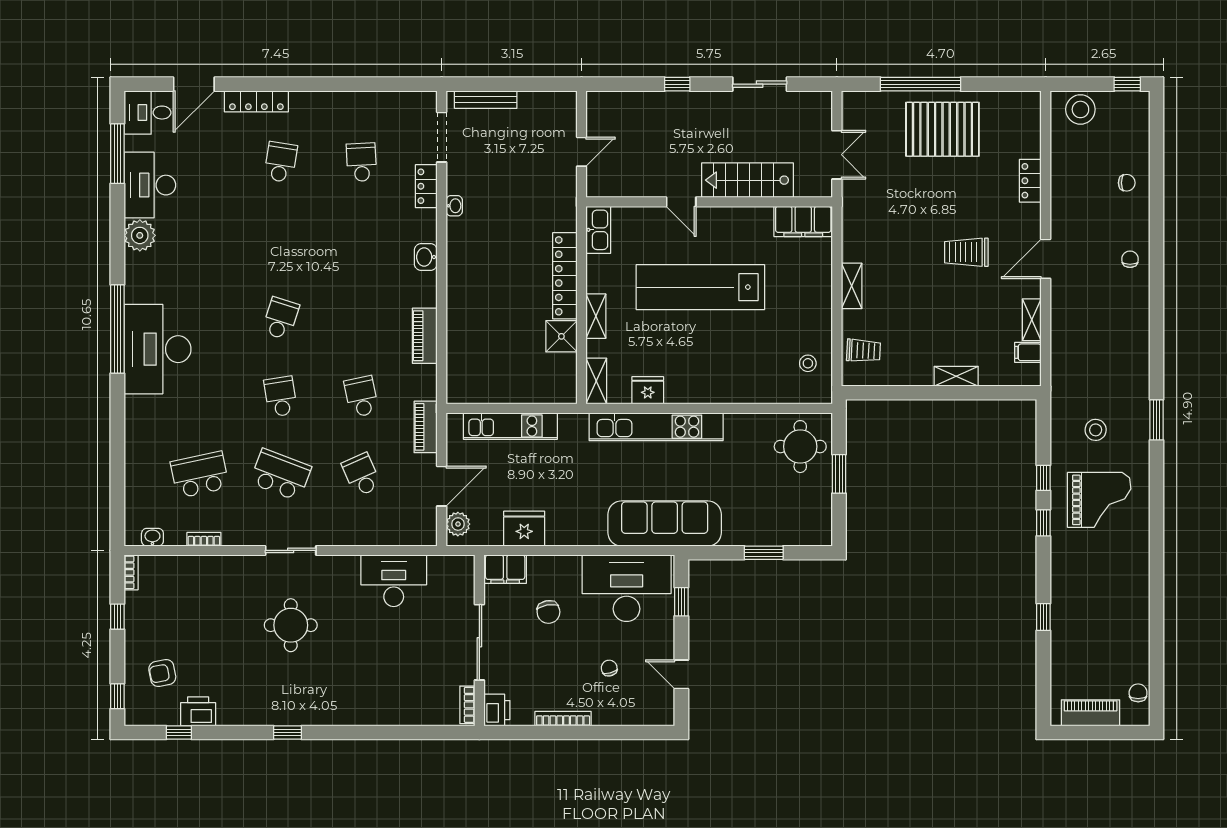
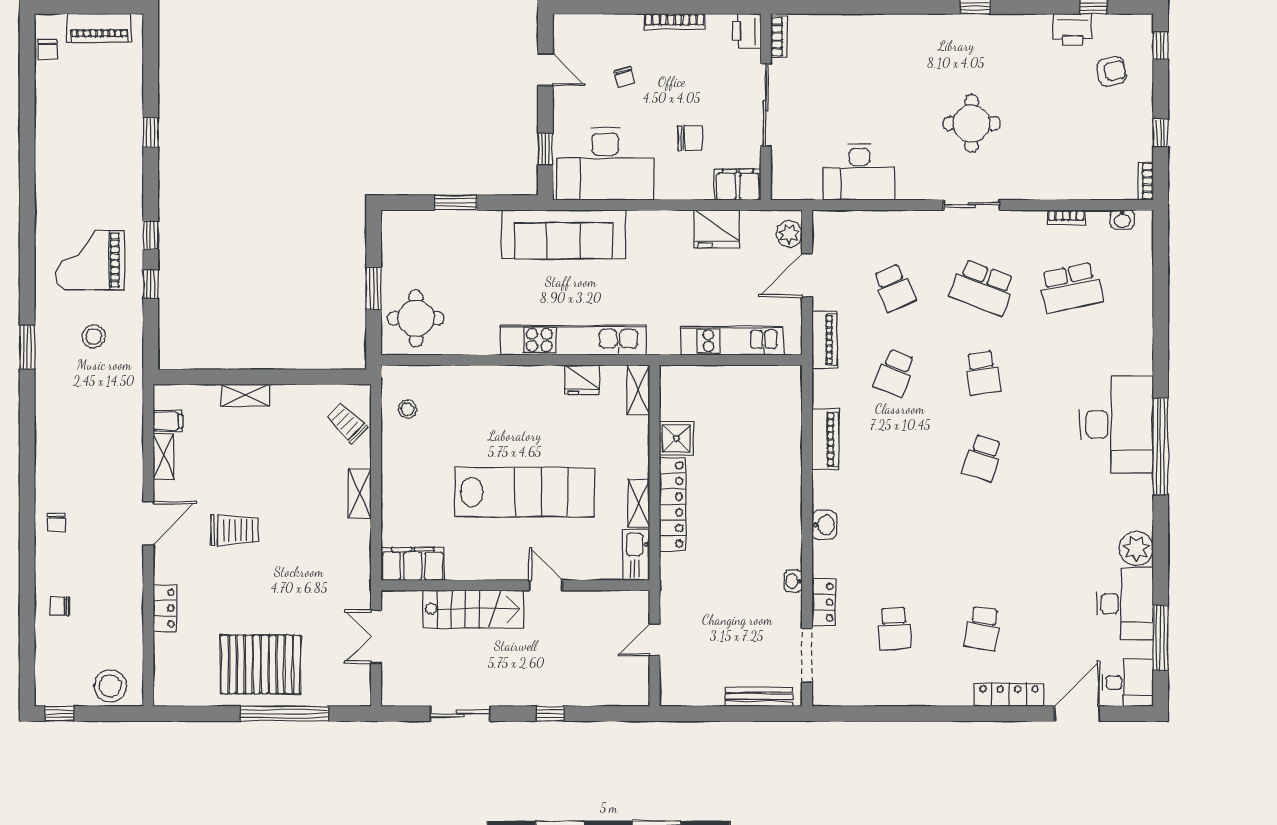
shelving: (596, 316) -> (639, 503), moved
trolley: (864, 351) -> (347, 423), turned 41
school desk: (361, 397) -> (894, 373), turned 33
chair: (548, 612) -> (690, 138), turned 100

